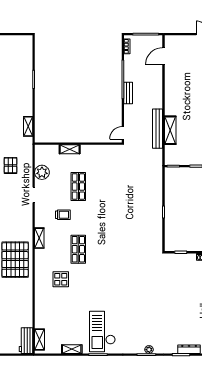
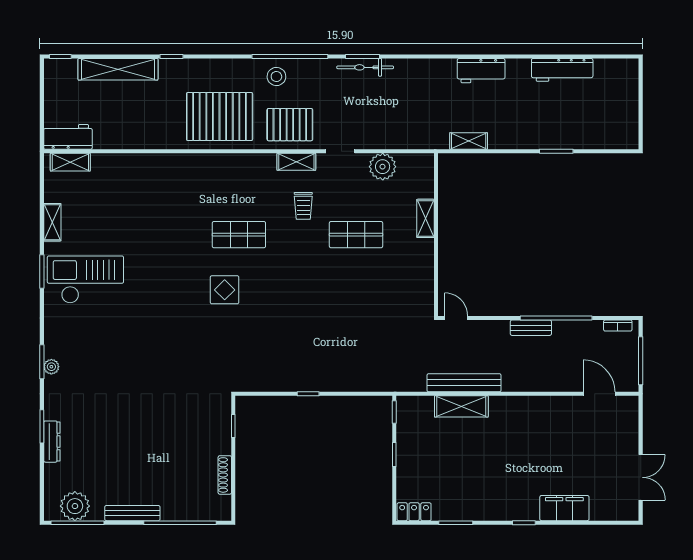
pallet: (10, 165) -> (290, 125), moved, width x1.50, depth x1.42
shelving: (39, 238) -> (296, 162), moved
display table: (61, 279) -> (225, 290), moved

